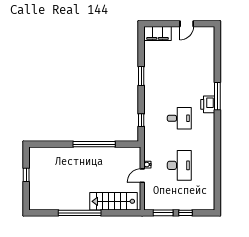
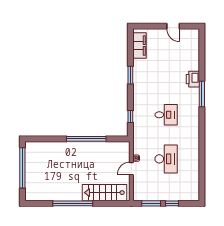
door: (187, 24) -> (173, 26), hinge flipped
filing cabinet: (157, 33) -> (140, 45), moved, turned -90
printer: (208, 104) -> (193, 79), moved
window: (26, 175) -> (22, 168), width x3.17

